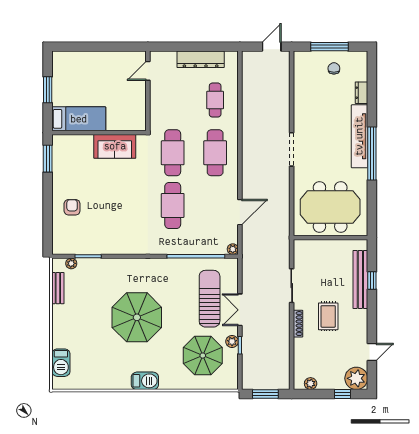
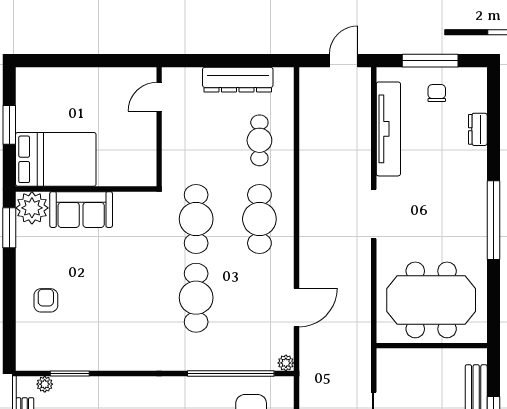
bed: (79, 119) -> (56, 159), width x1.50
tv unit: (359, 136) -> (388, 129), moved, turned 180
plant: (63, 145) -> (32, 208), added
sofa: (115, 146) -> (81, 210), moved

